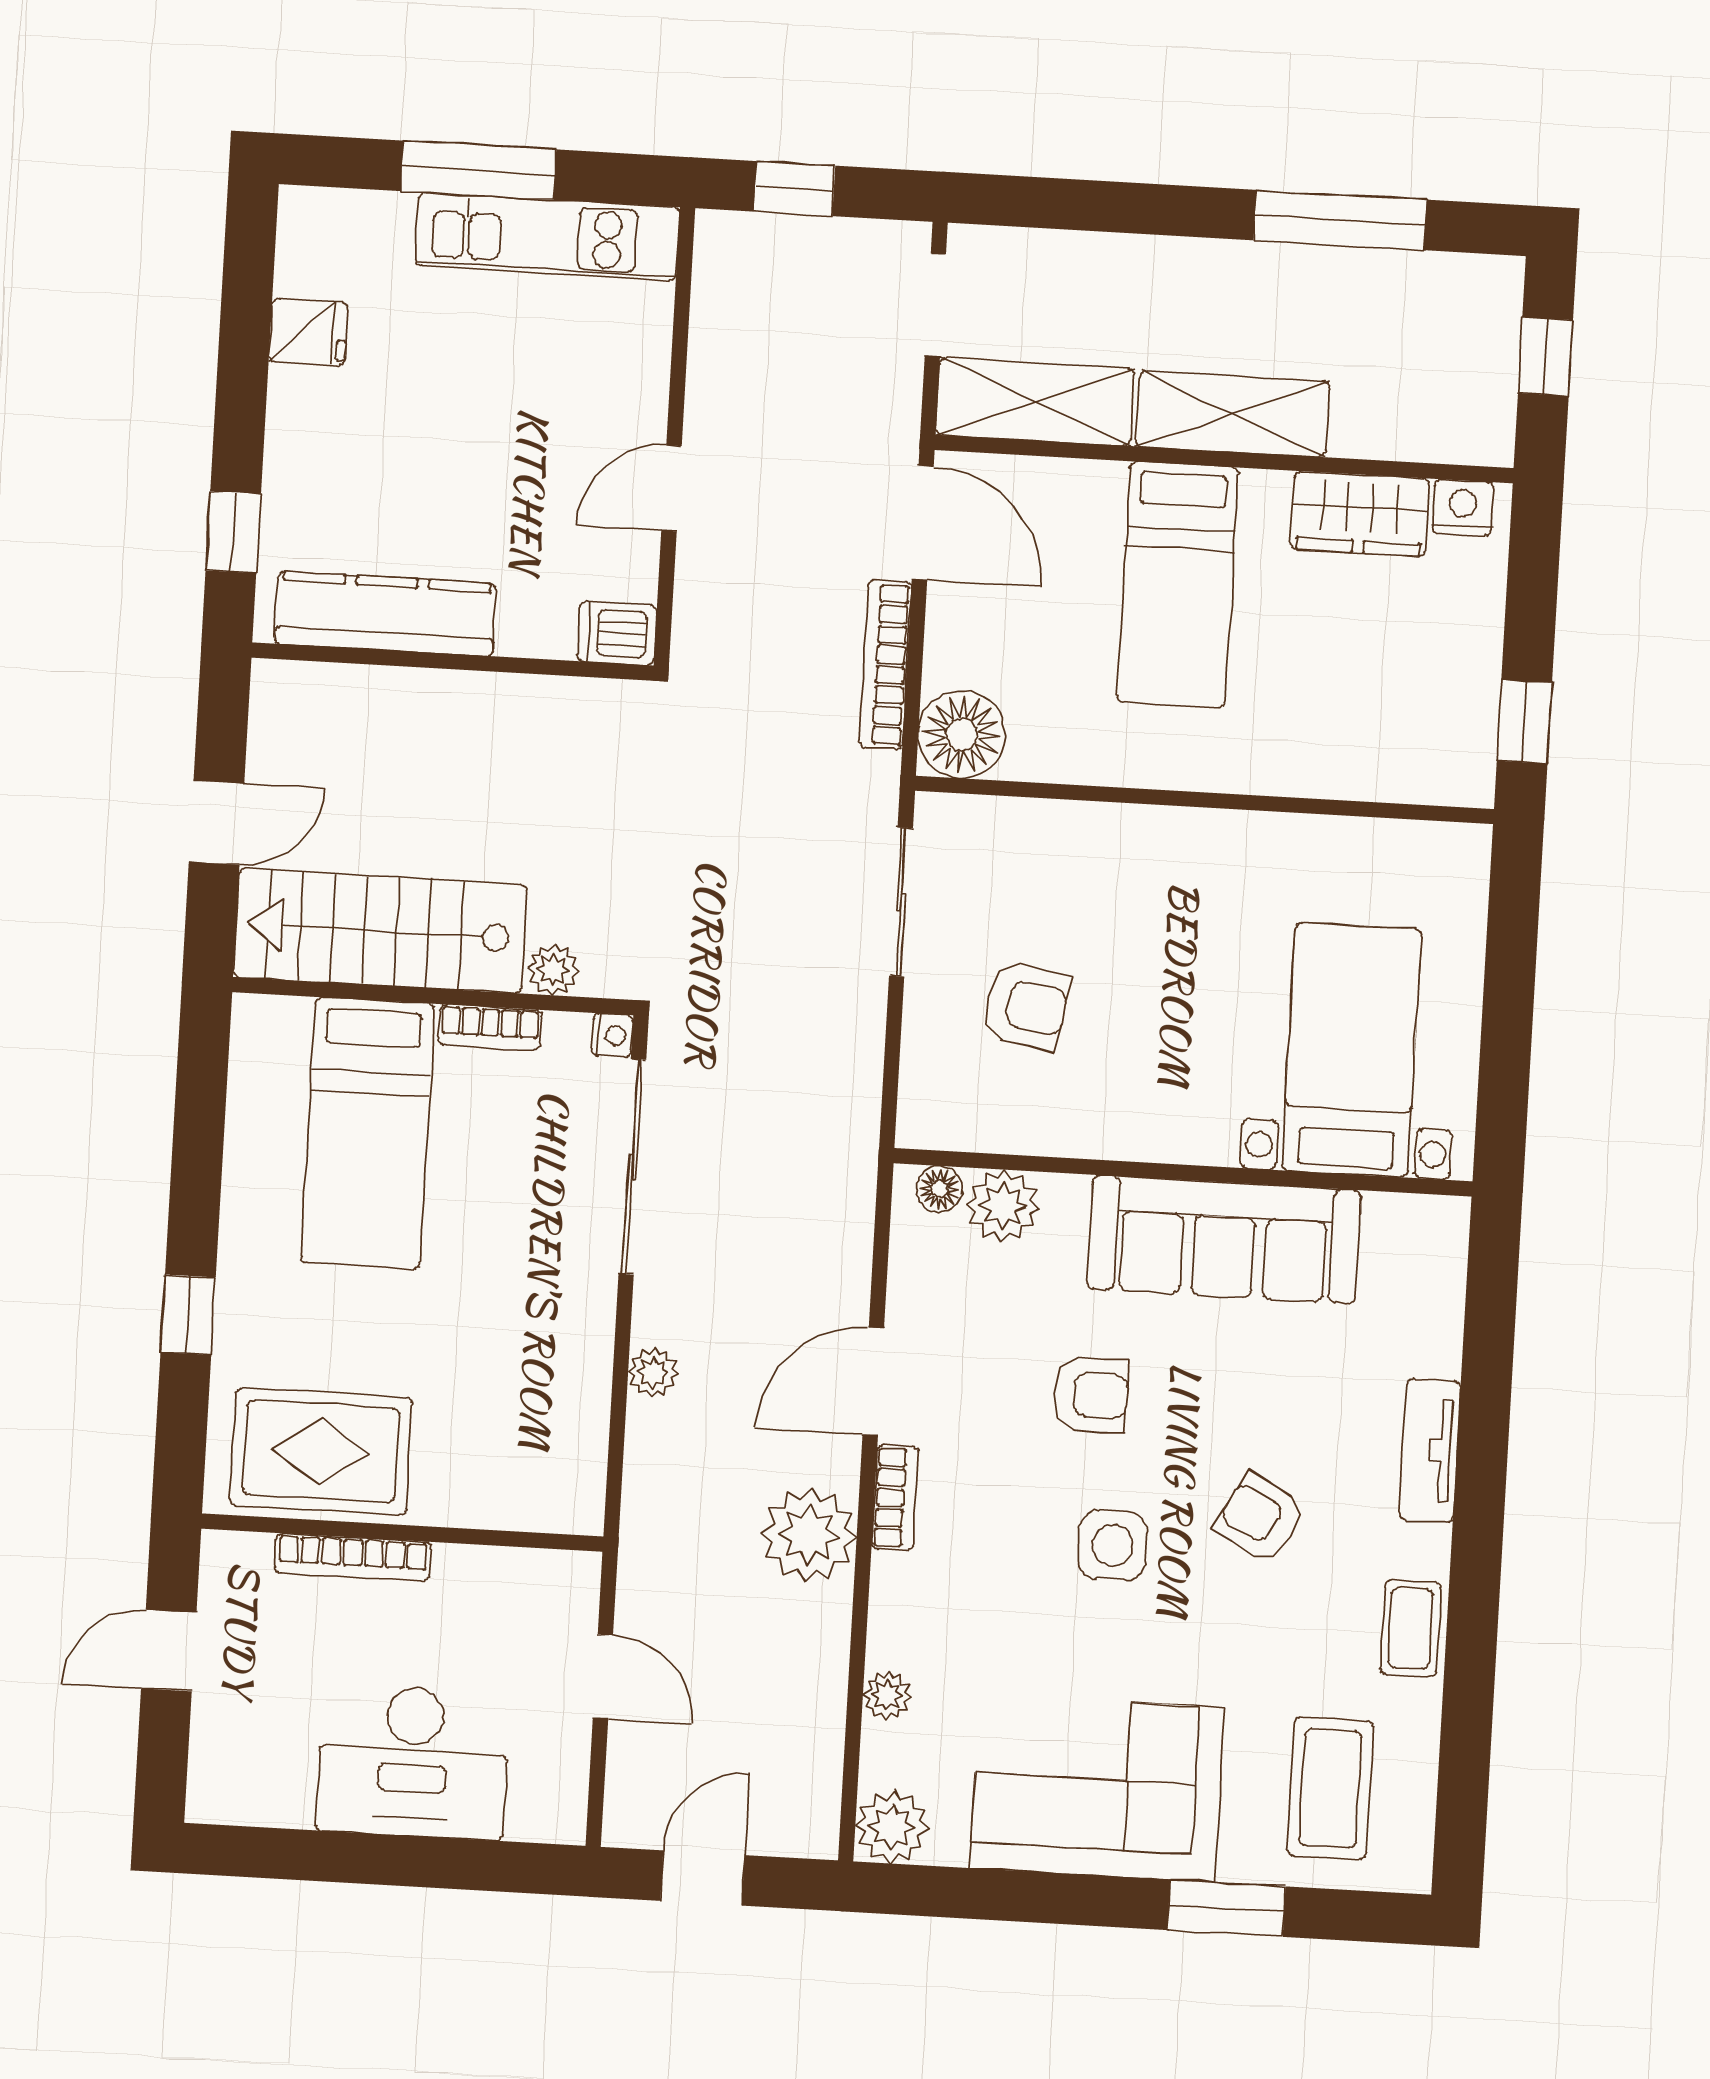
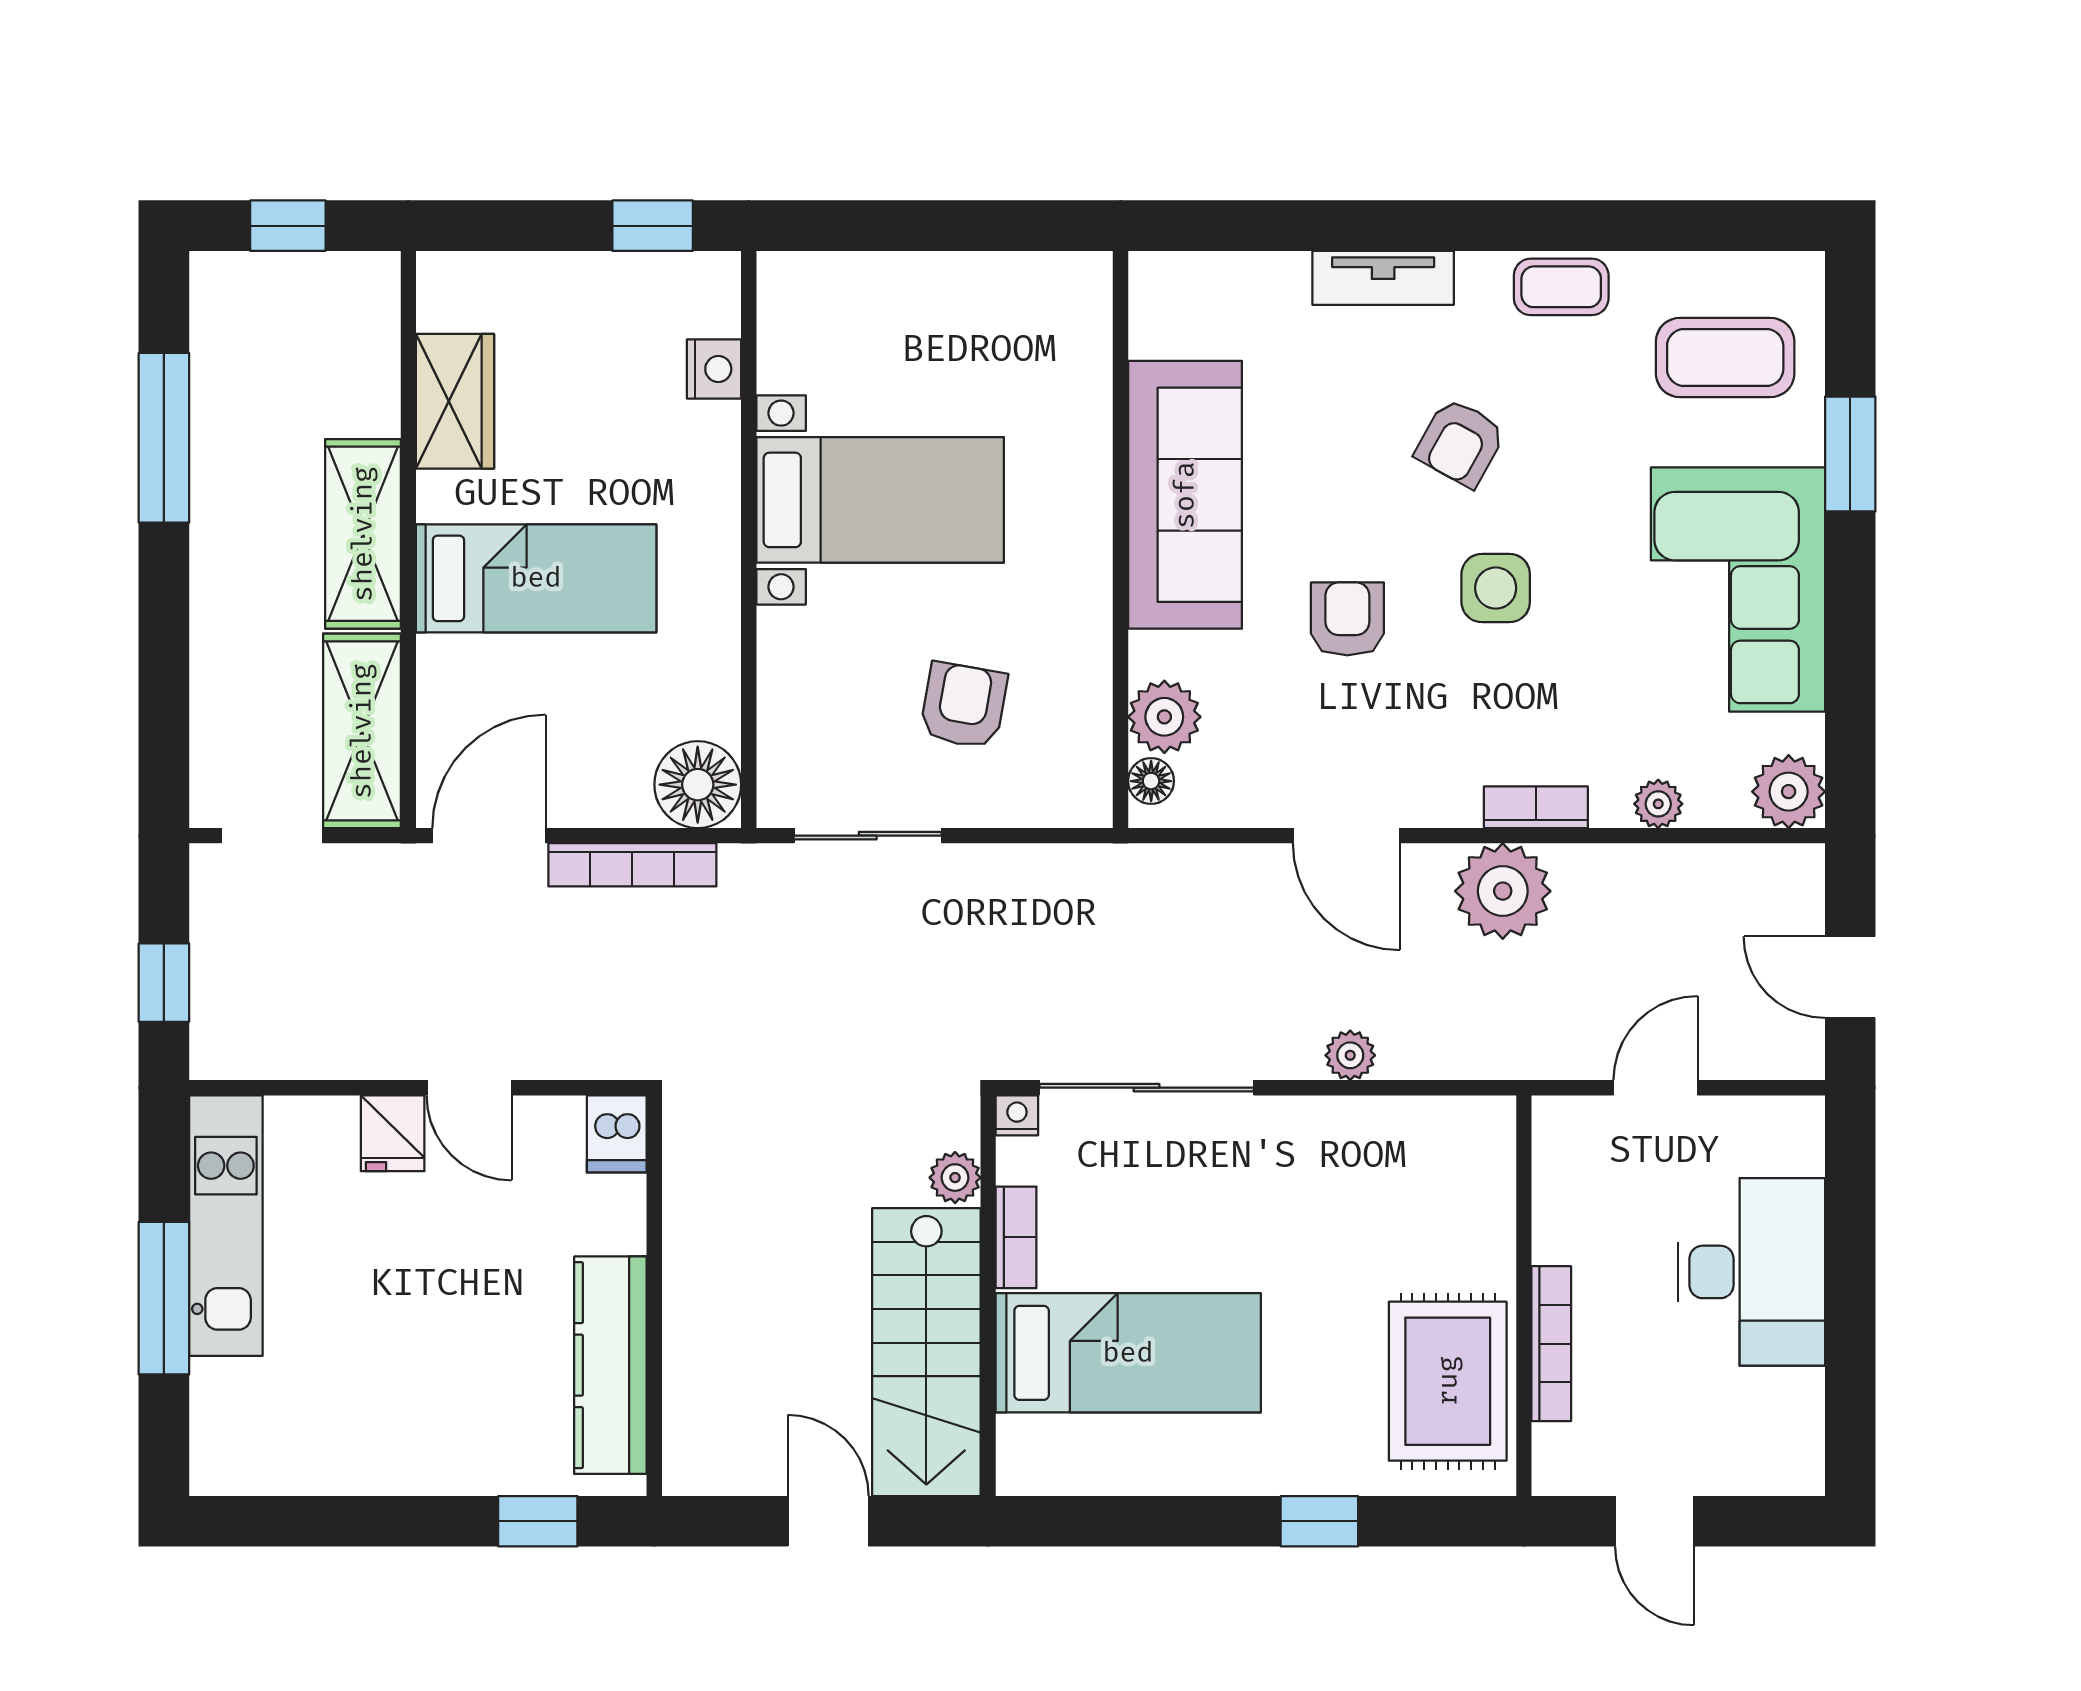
fridge: (308, 332) -> (393, 1133), moved, turned 180
nightstand: (1463, 508) -> (714, 369), moved, turned 180
bed with nightstands: (1352, 1050) -> (880, 500), moved, turned 180
bookcase: (895, 1498) -> (1536, 807), moved

